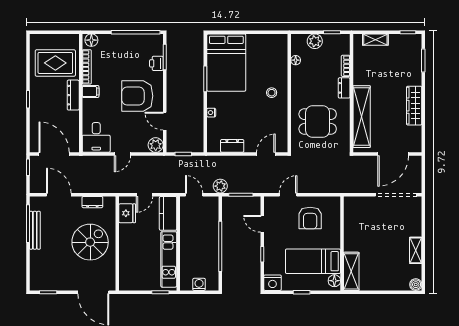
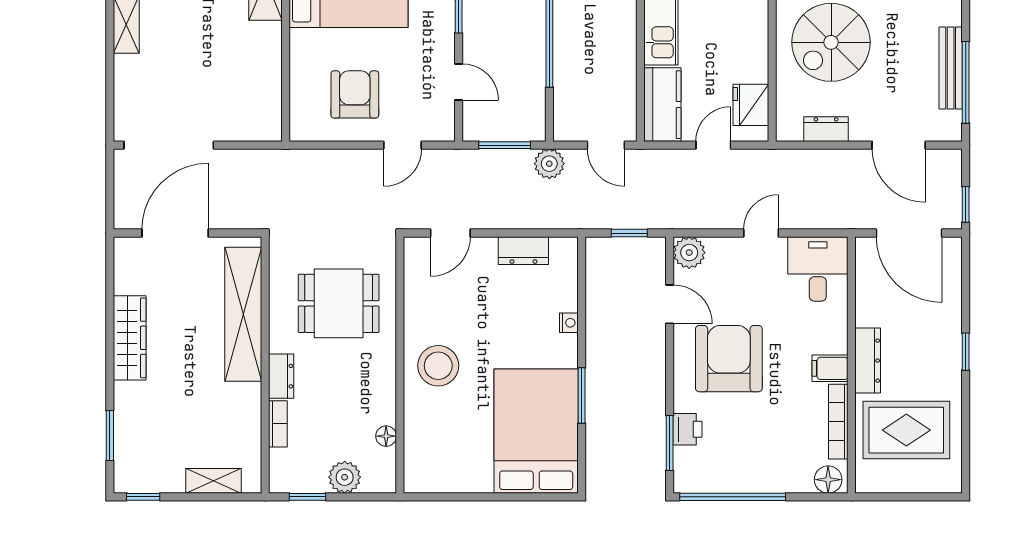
stool: (272, 93) -> (438, 366), width x1.89, depth x1.89
armchair: (137, 96) -> (729, 359), turned -90

